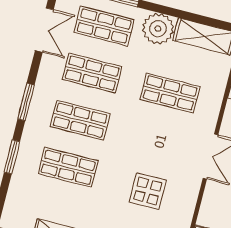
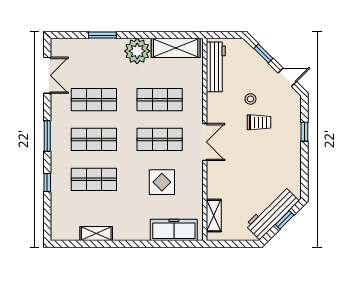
shop shelf: (104, 26) -> (160, 139), moved
window: (12, 157) -> (47, 182), width x0.67

